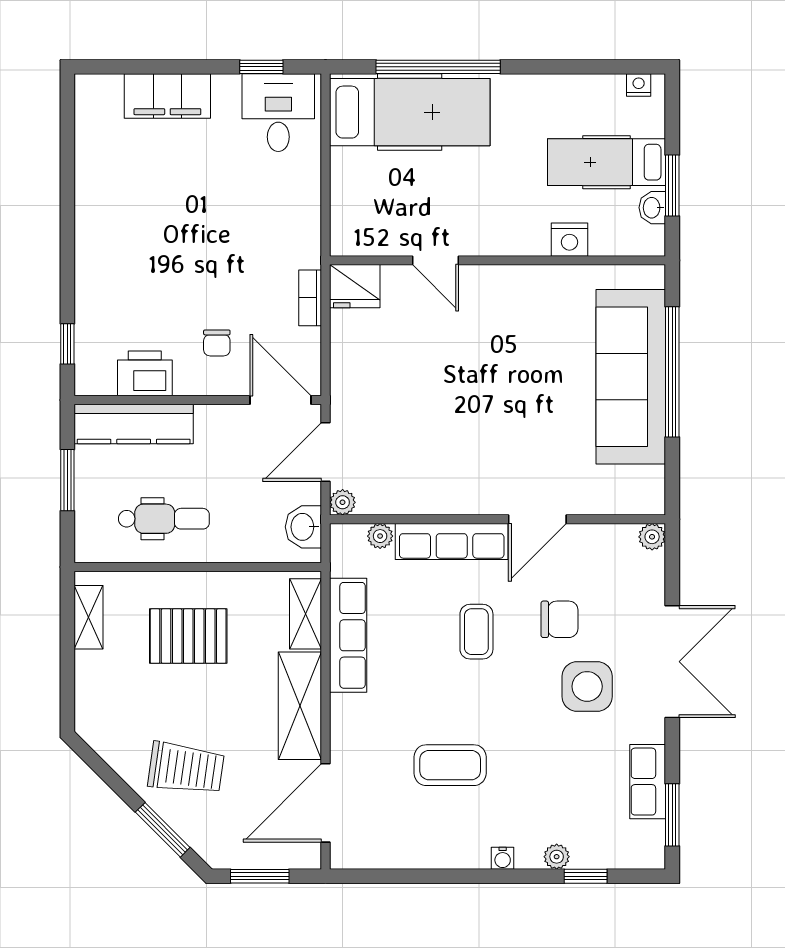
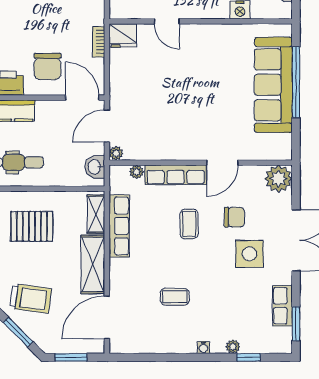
chair: (217, 343) -> (48, 66), width x1.87, depth x1.87
plant: (652, 537) -> (278, 179), width x1.88, depth x1.88
coffee table: (450, 765) -> (175, 297), width x0.73, depth x0.77

